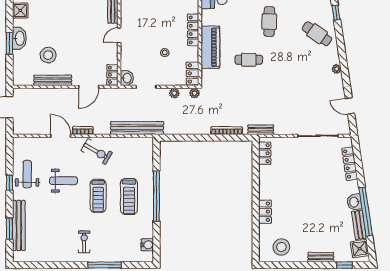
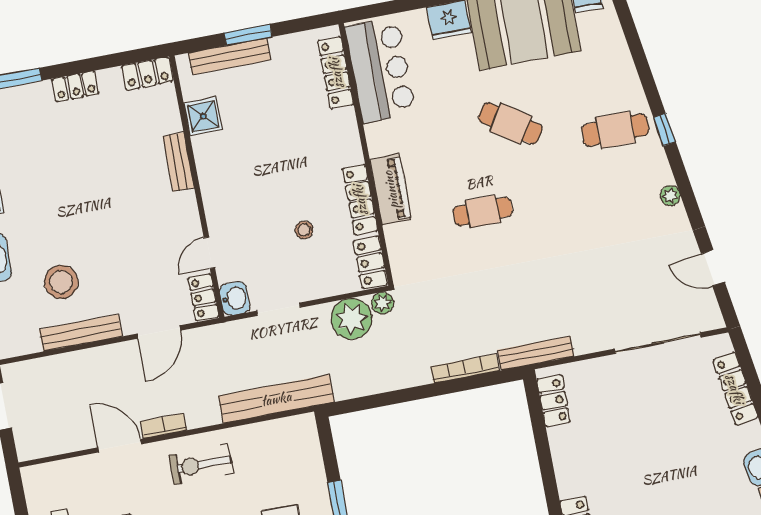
window: (336, 13) -> (665, 130), moved
cafe table: (269, 22) -> (510, 123), turned -57
locker: (193, 30) -> (360, 200), moved
cafe table: (317, 34) -> (615, 130), turned -35
door: (119, 35) -> (209, 253), moved
piano: (210, 47) -> (391, 190), width x0.73, depth x0.75
plant: (174, 93) -> (351, 319), width x1.88, depth x1.88
bench: (261, 130) -> (536, 353), width x1.36
exercise bike: (97, 152) -> (201, 464), turned 150

